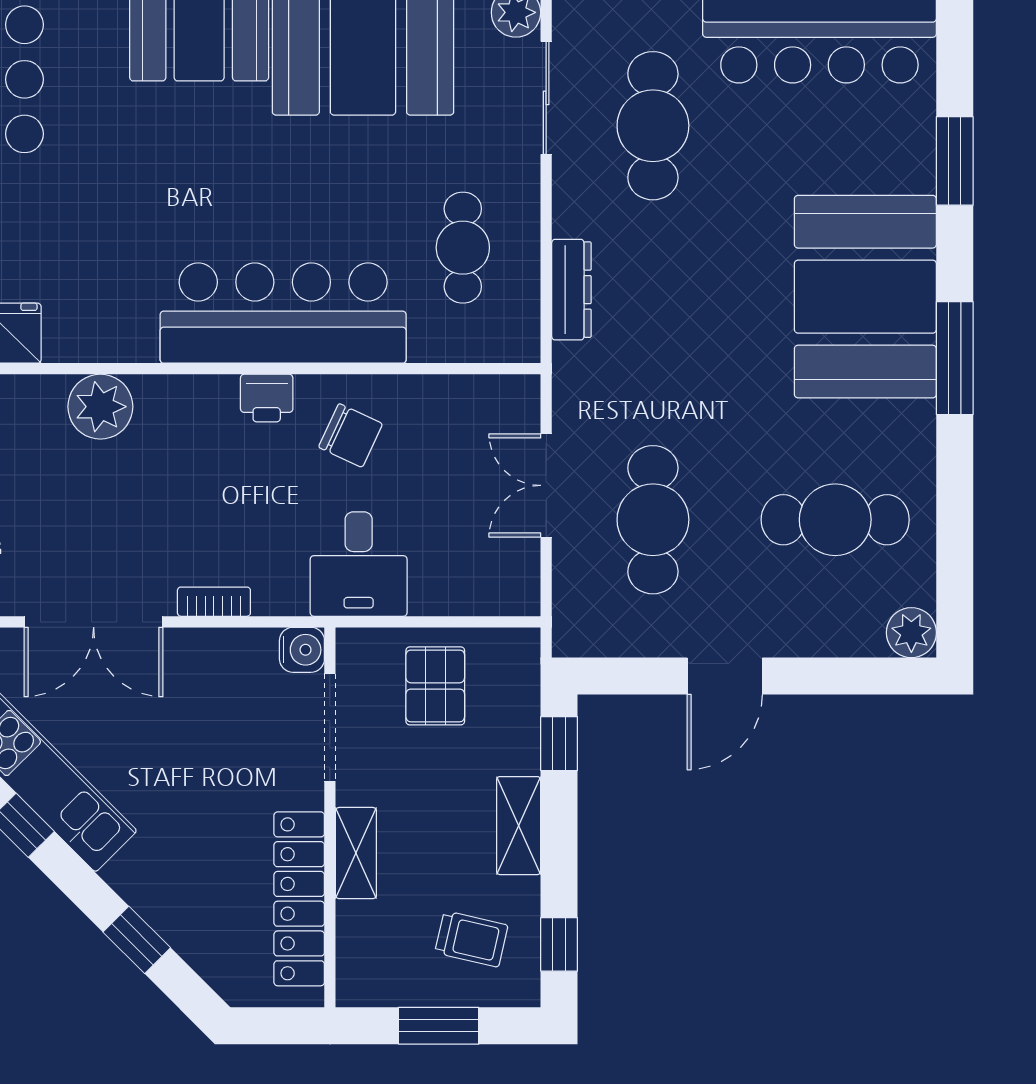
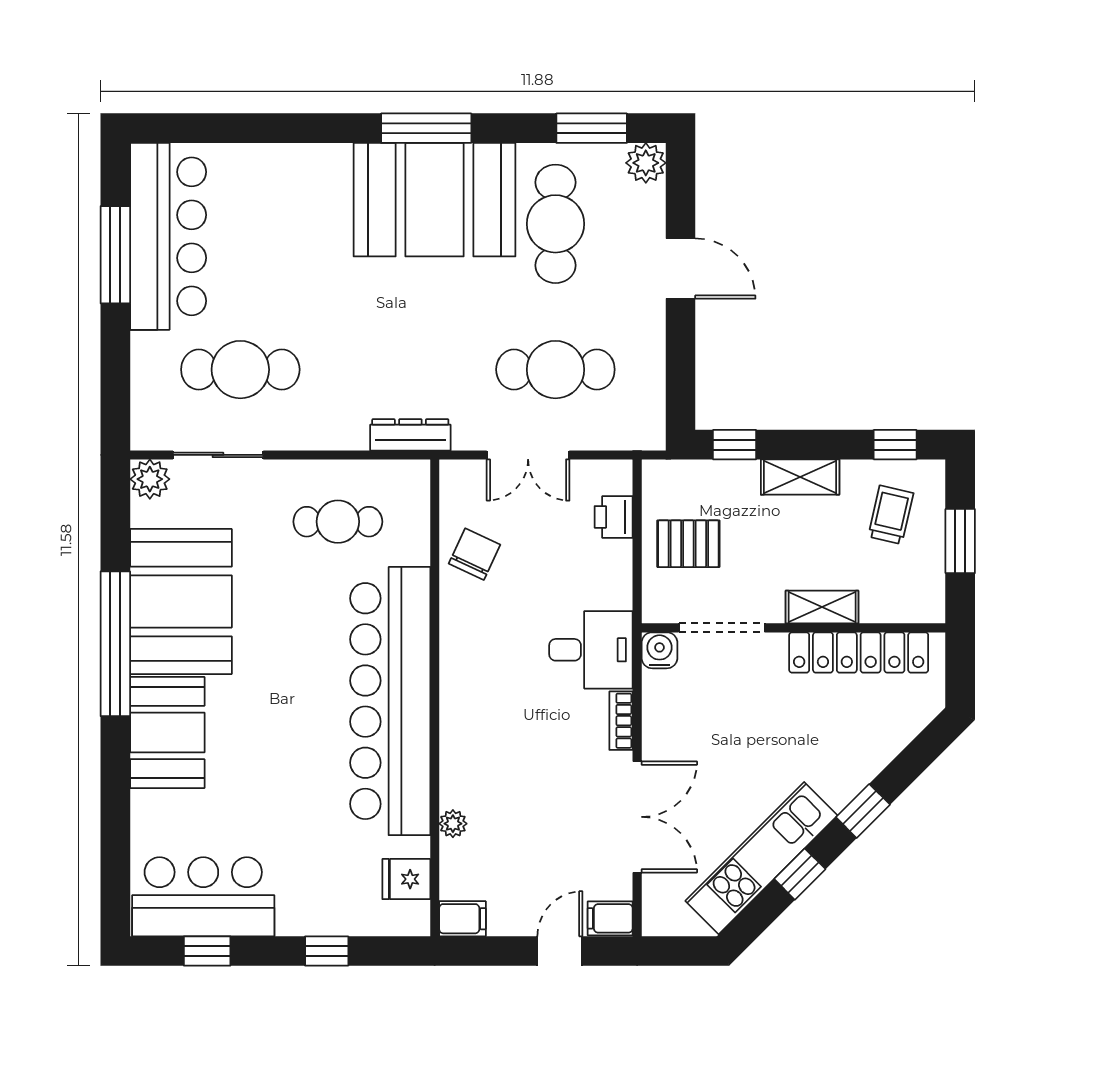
window: (955, 161) -> (592, 128), moved
dresser: (571, 290) -> (410, 435), moved
booth: (865, 297) -> (434, 200), moved
bar counter: (283, 313) -> (390, 701), width x1.36
printer: (267, 398) -> (614, 517), moved, turned 180
plant: (100, 407) -> (453, 824), width x0.53, depth x0.53
chair: (351, 435) -> (475, 554), moved
desk: (359, 564) -> (591, 650), moved
door: (725, 676) -> (681, 269), moved
window: (137, 940) -> (863, 811), moved

